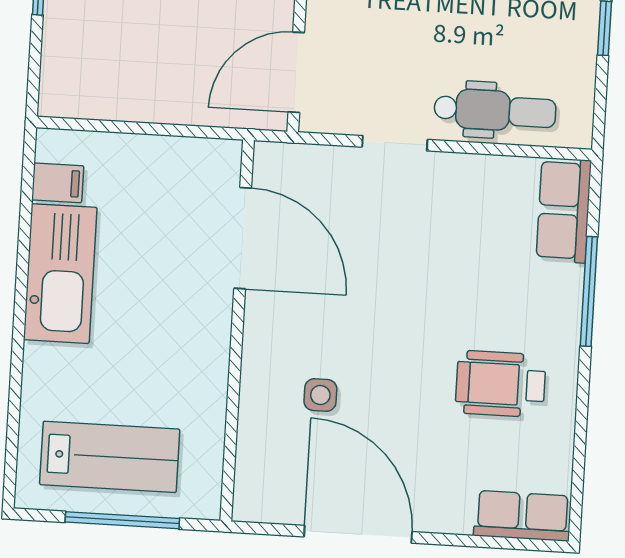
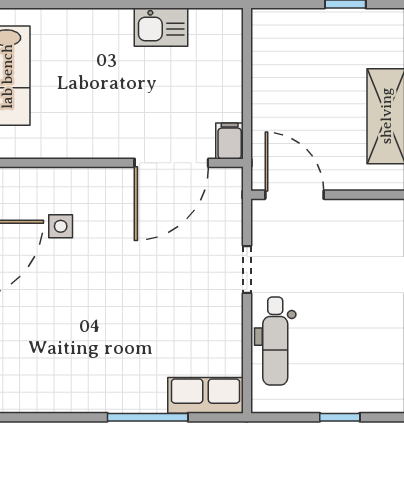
filing cabinet: (58, 183) -> (230, 141), moved, turned 180
kitchen sink: (60, 274) -> (161, 27), width x0.53, depth x0.81
wheelchair: (501, 384) -> (76, 357), removed

